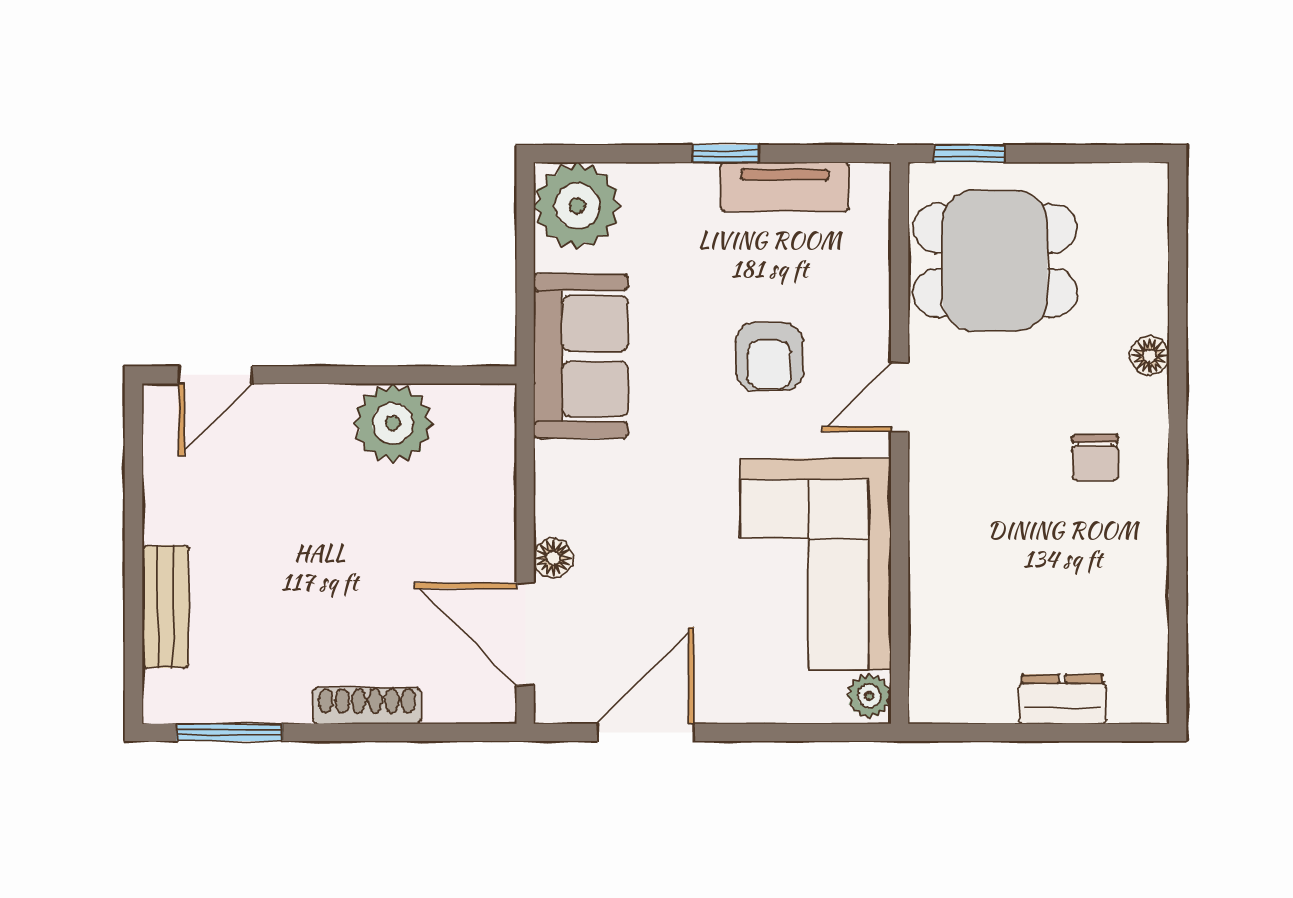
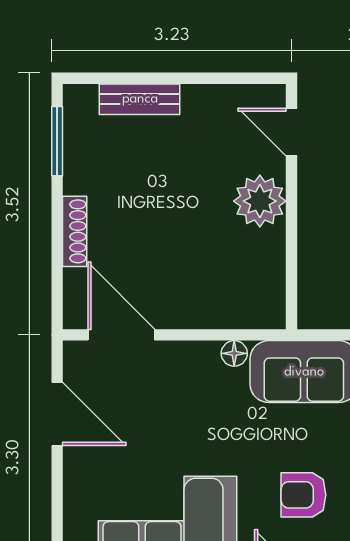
plant: (393, 423) -> (260, 201), moved
floor lamp: (553, 558) -> (234, 353), moved
door: (525, 634) -> (121, 335), hinge flipped

